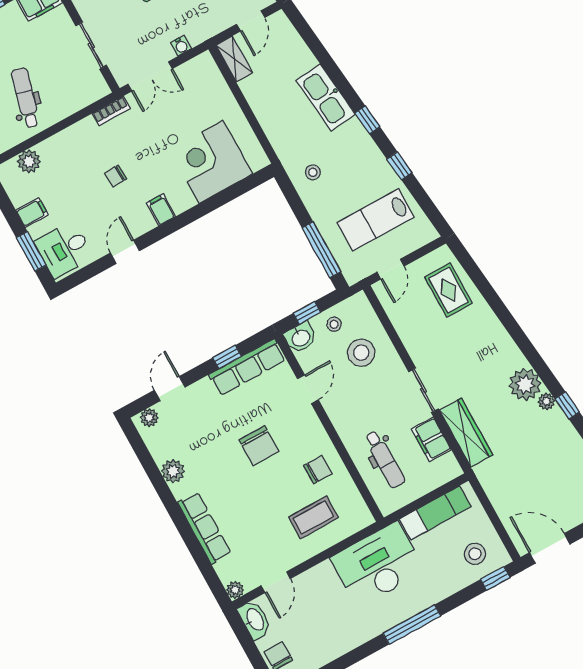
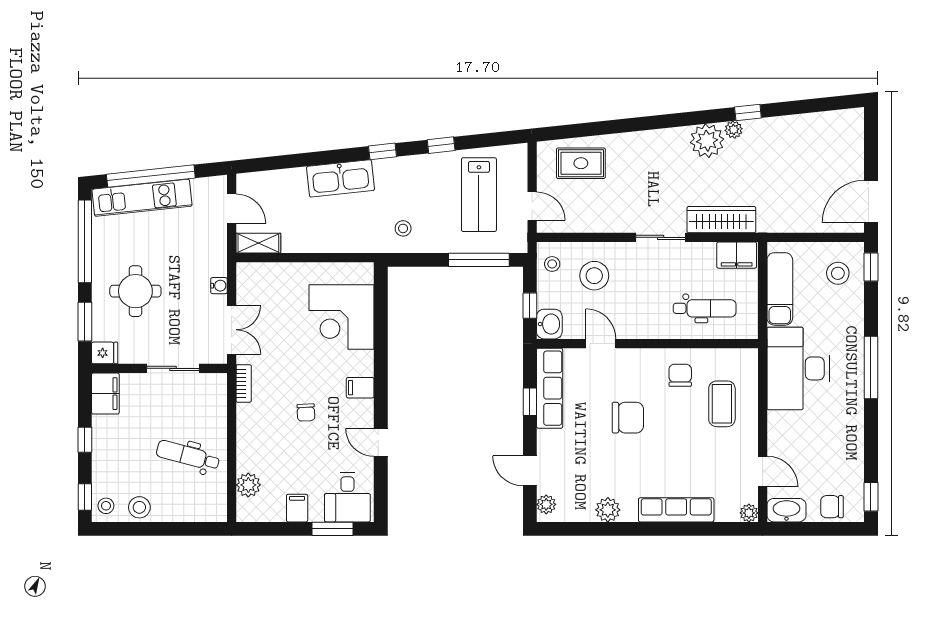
stool: (334, 324) -> (552, 264), moved
filing cabinet: (431, 439) -> (737, 255), moved

